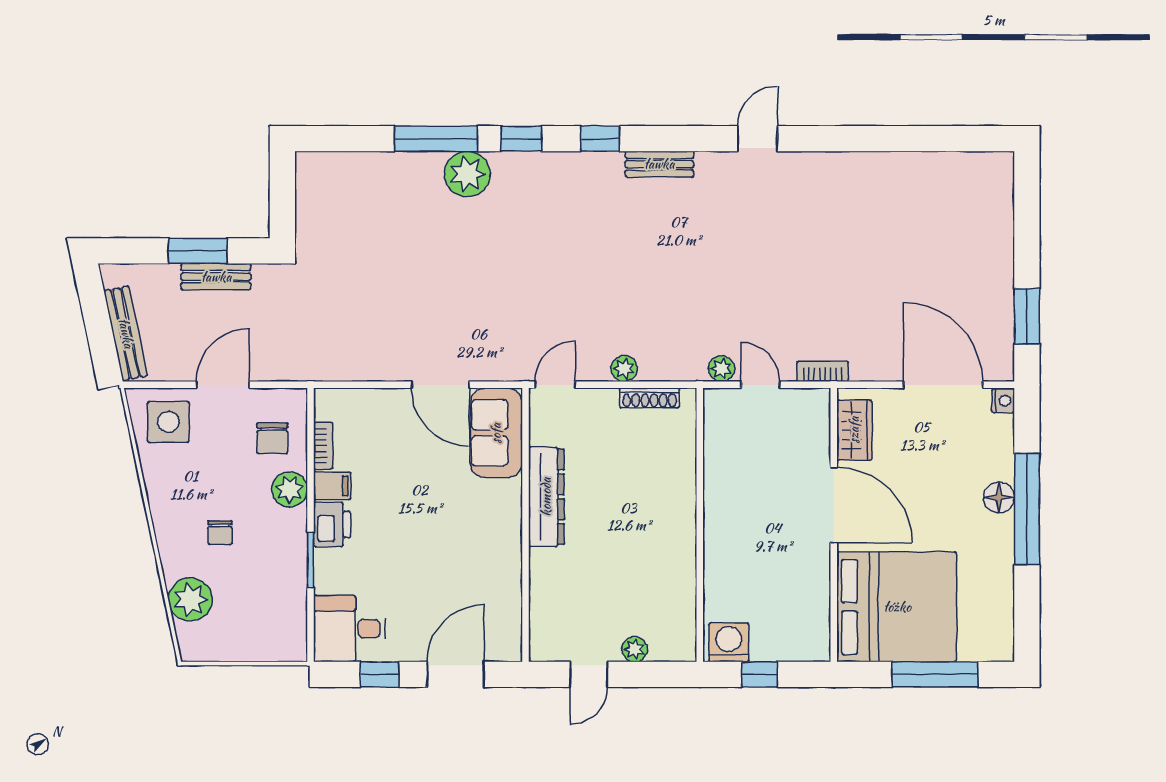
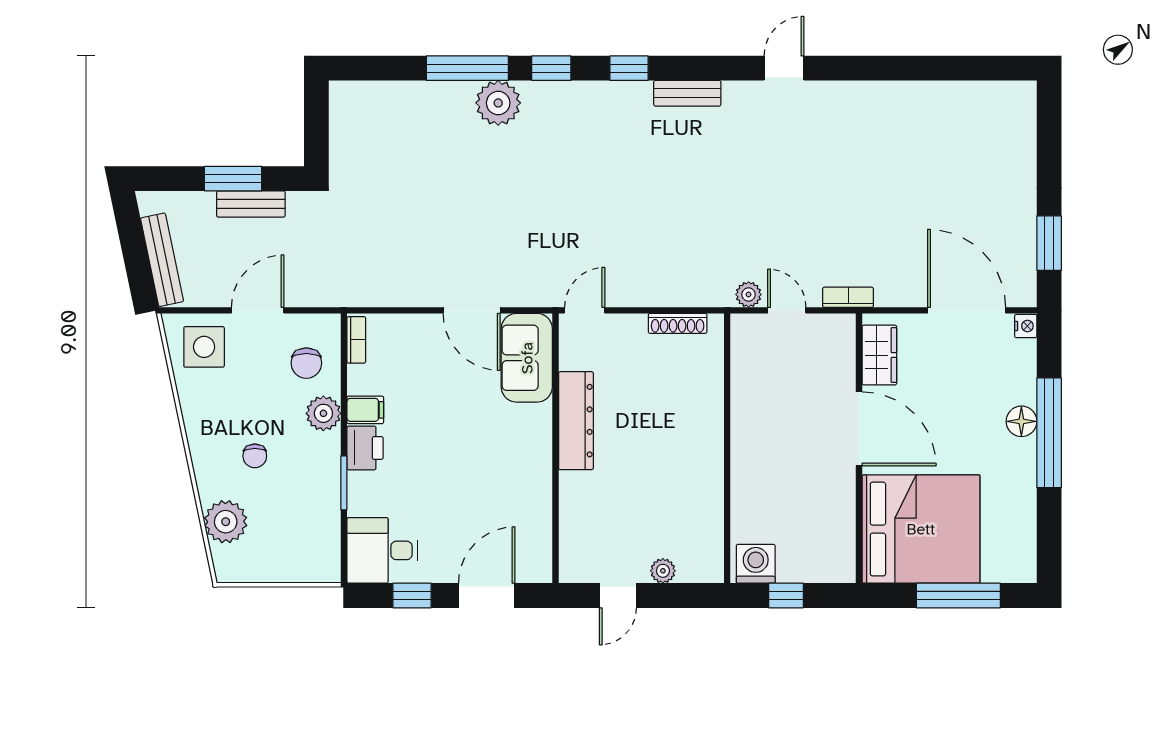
plant: (624, 369) -> (653, 294), removed
bookcase: (323, 446) -> (356, 340), moved

